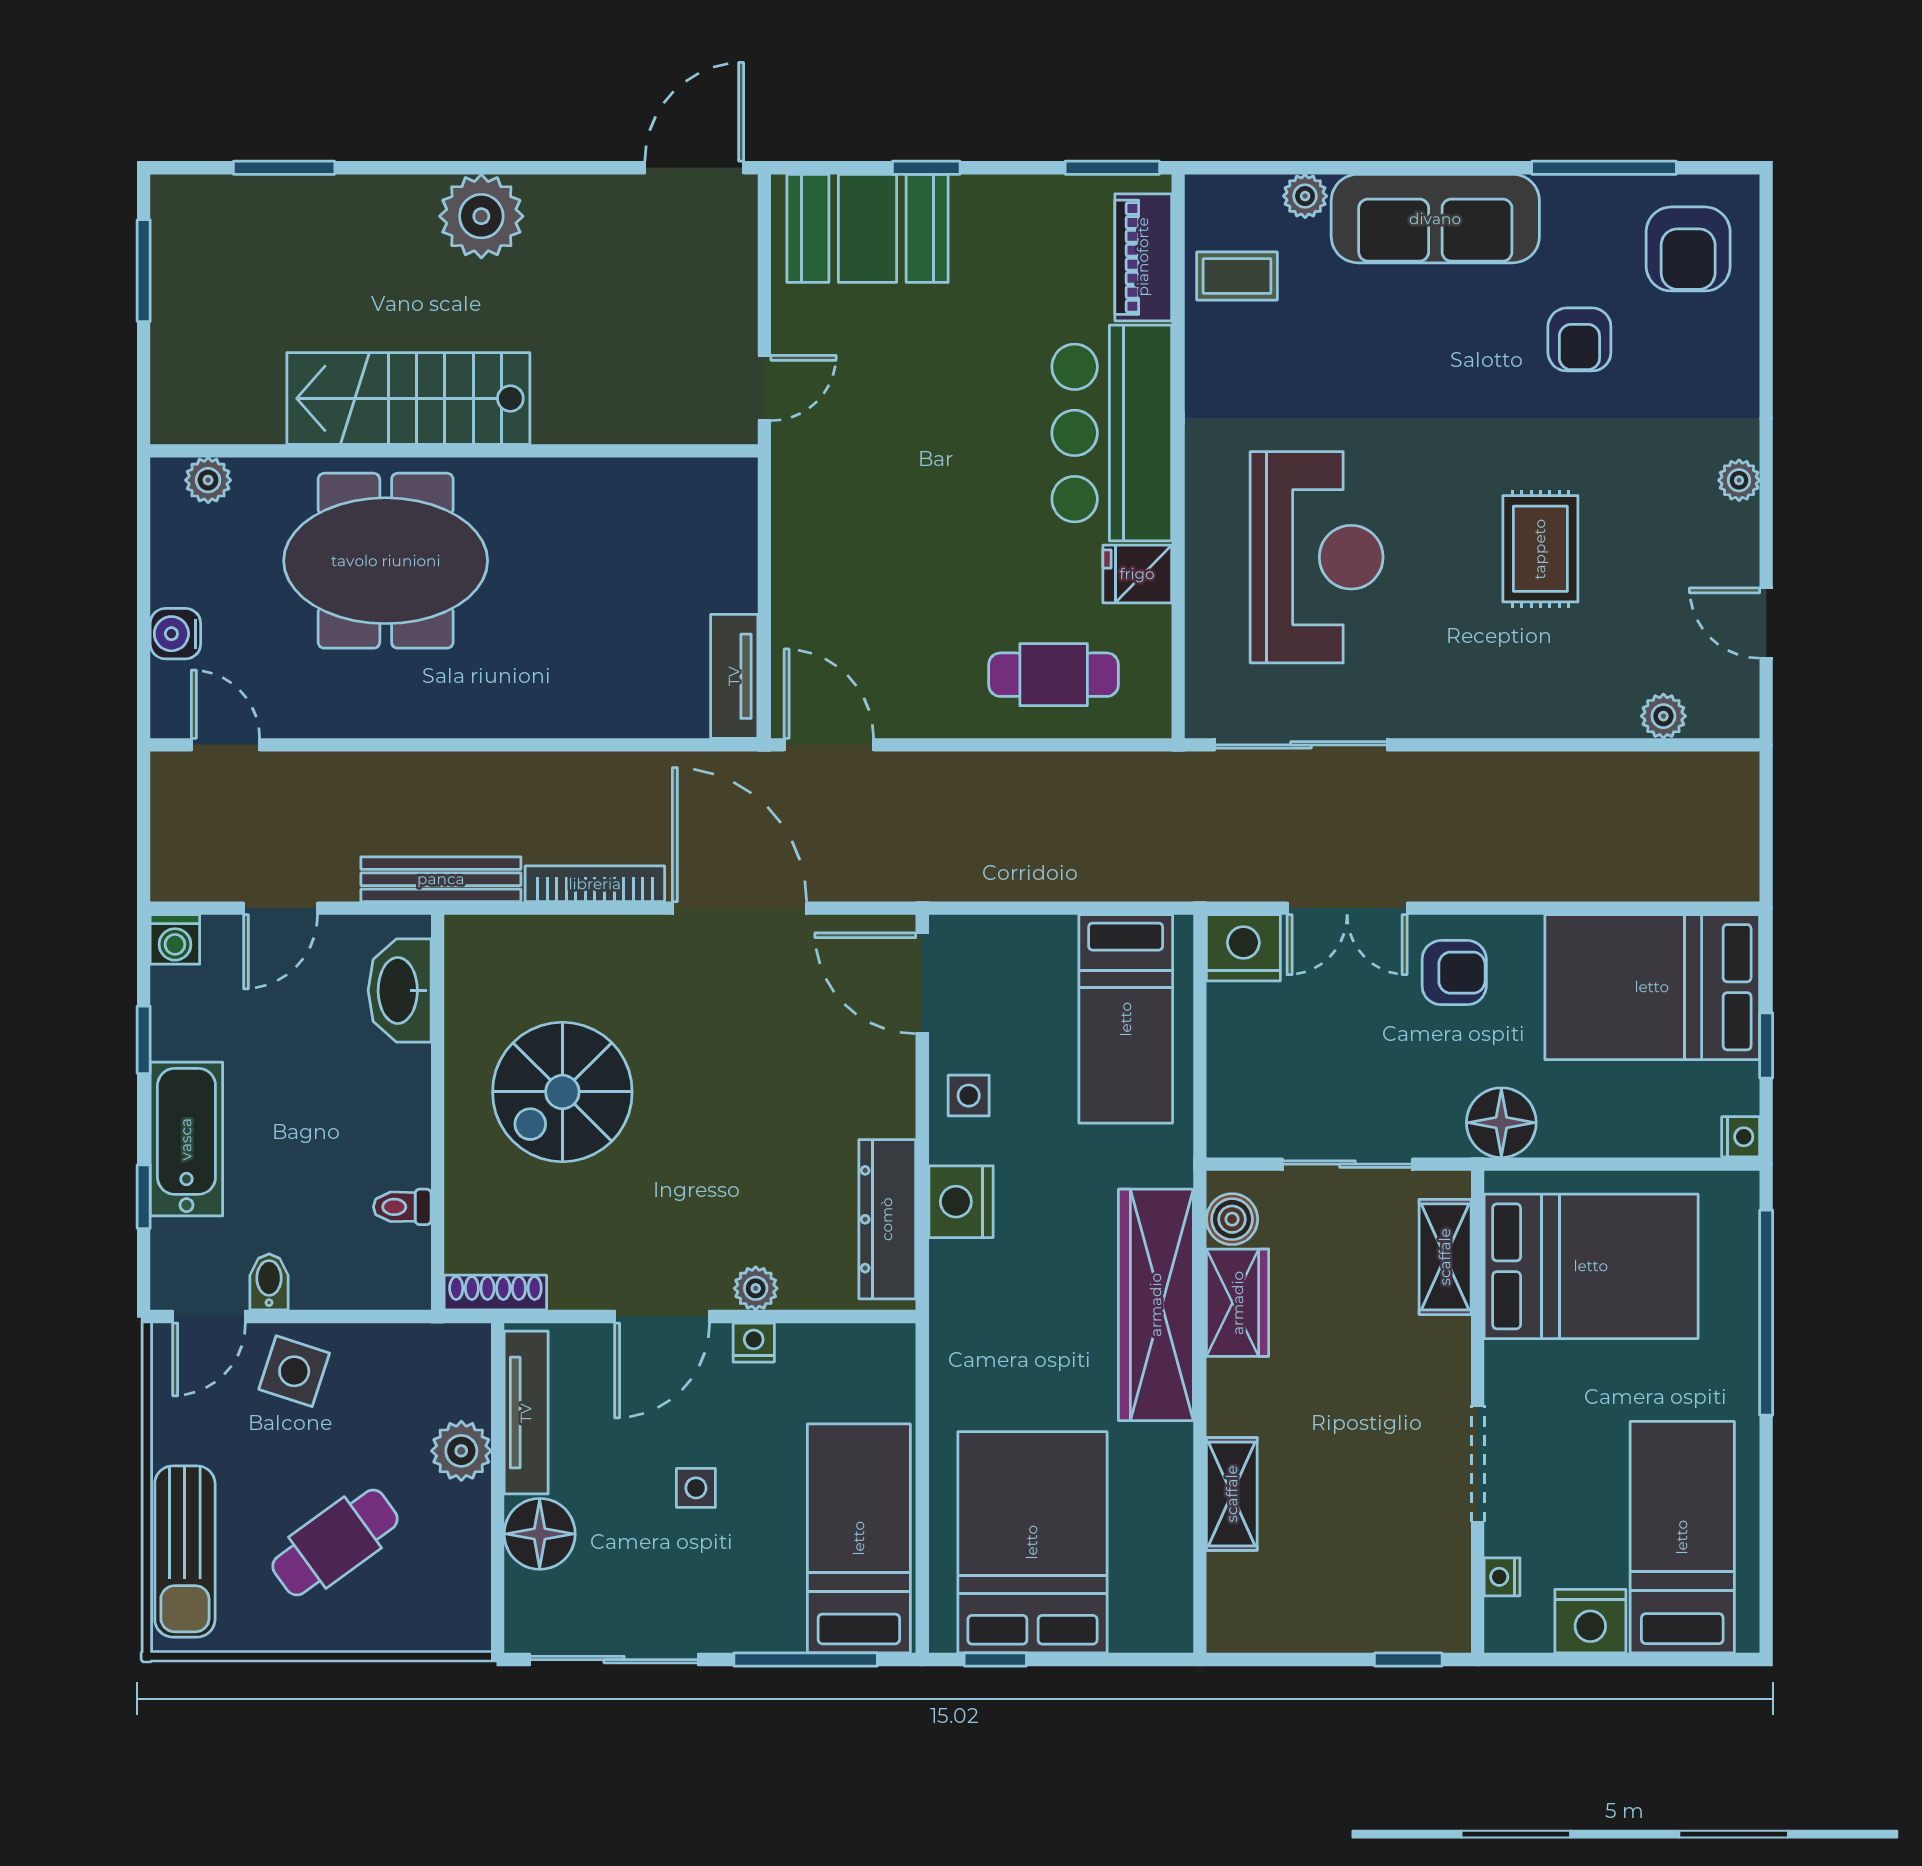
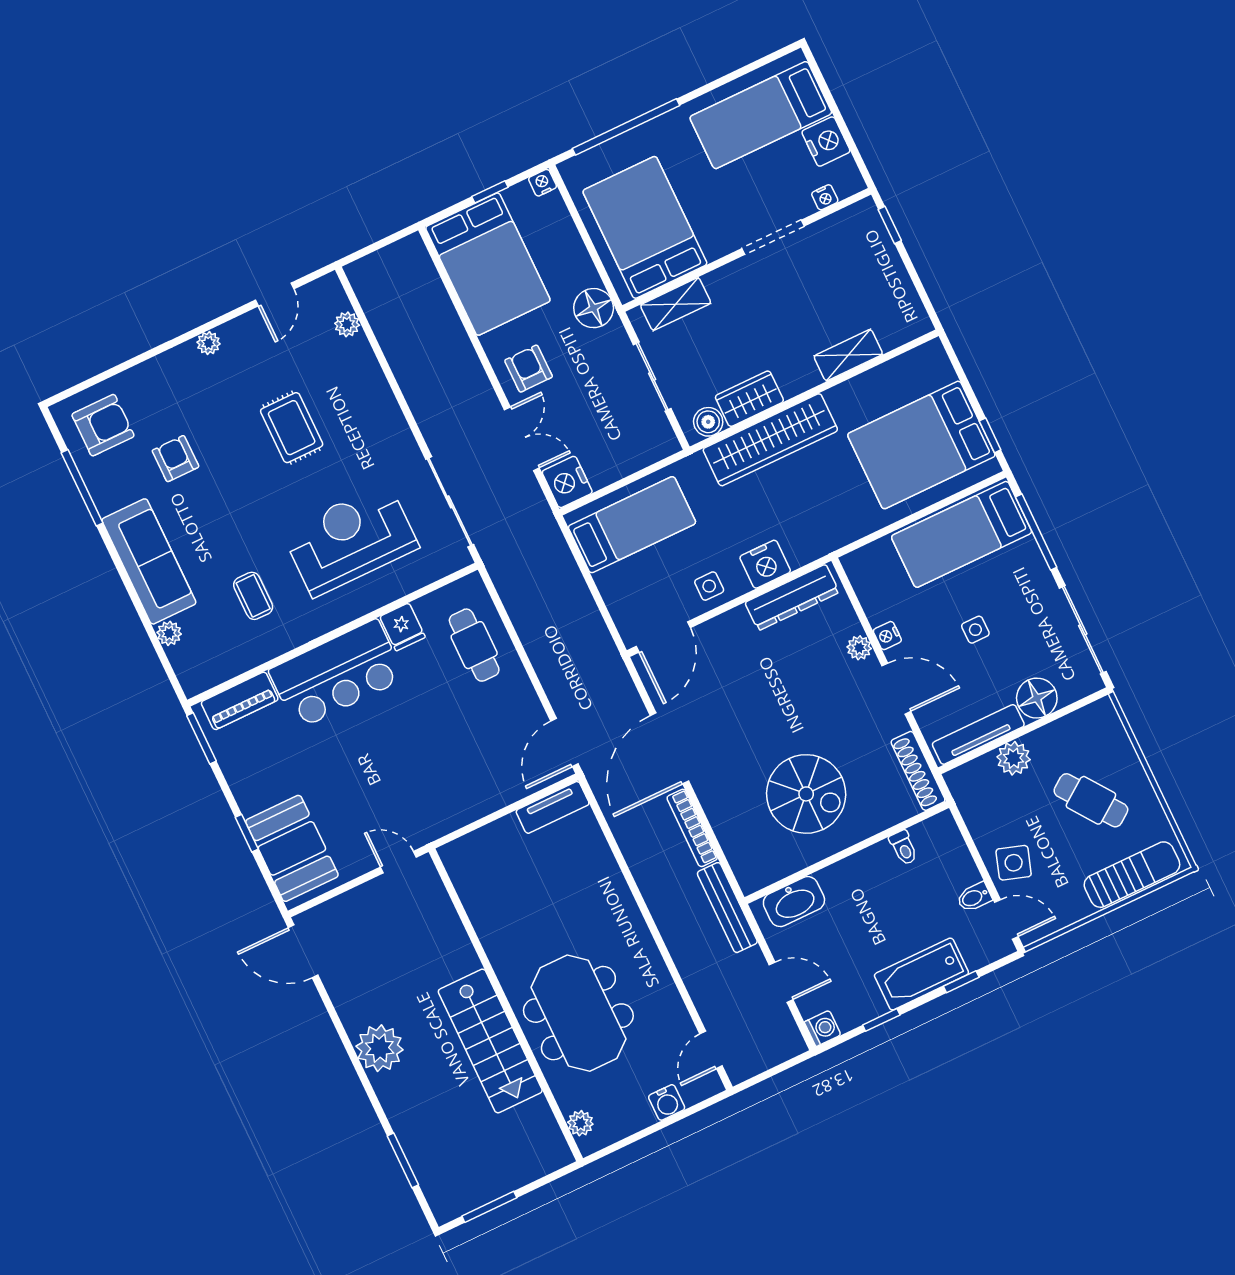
coffee table: (1237, 276) -> (253, 596), moved
armchair: (1579, 339) -> (176, 459), turned -90
rug: (1540, 549) -> (292, 428), turned 90
shoe rack: (495, 1293) -> (918, 771), width x1.36, depth x1.24

